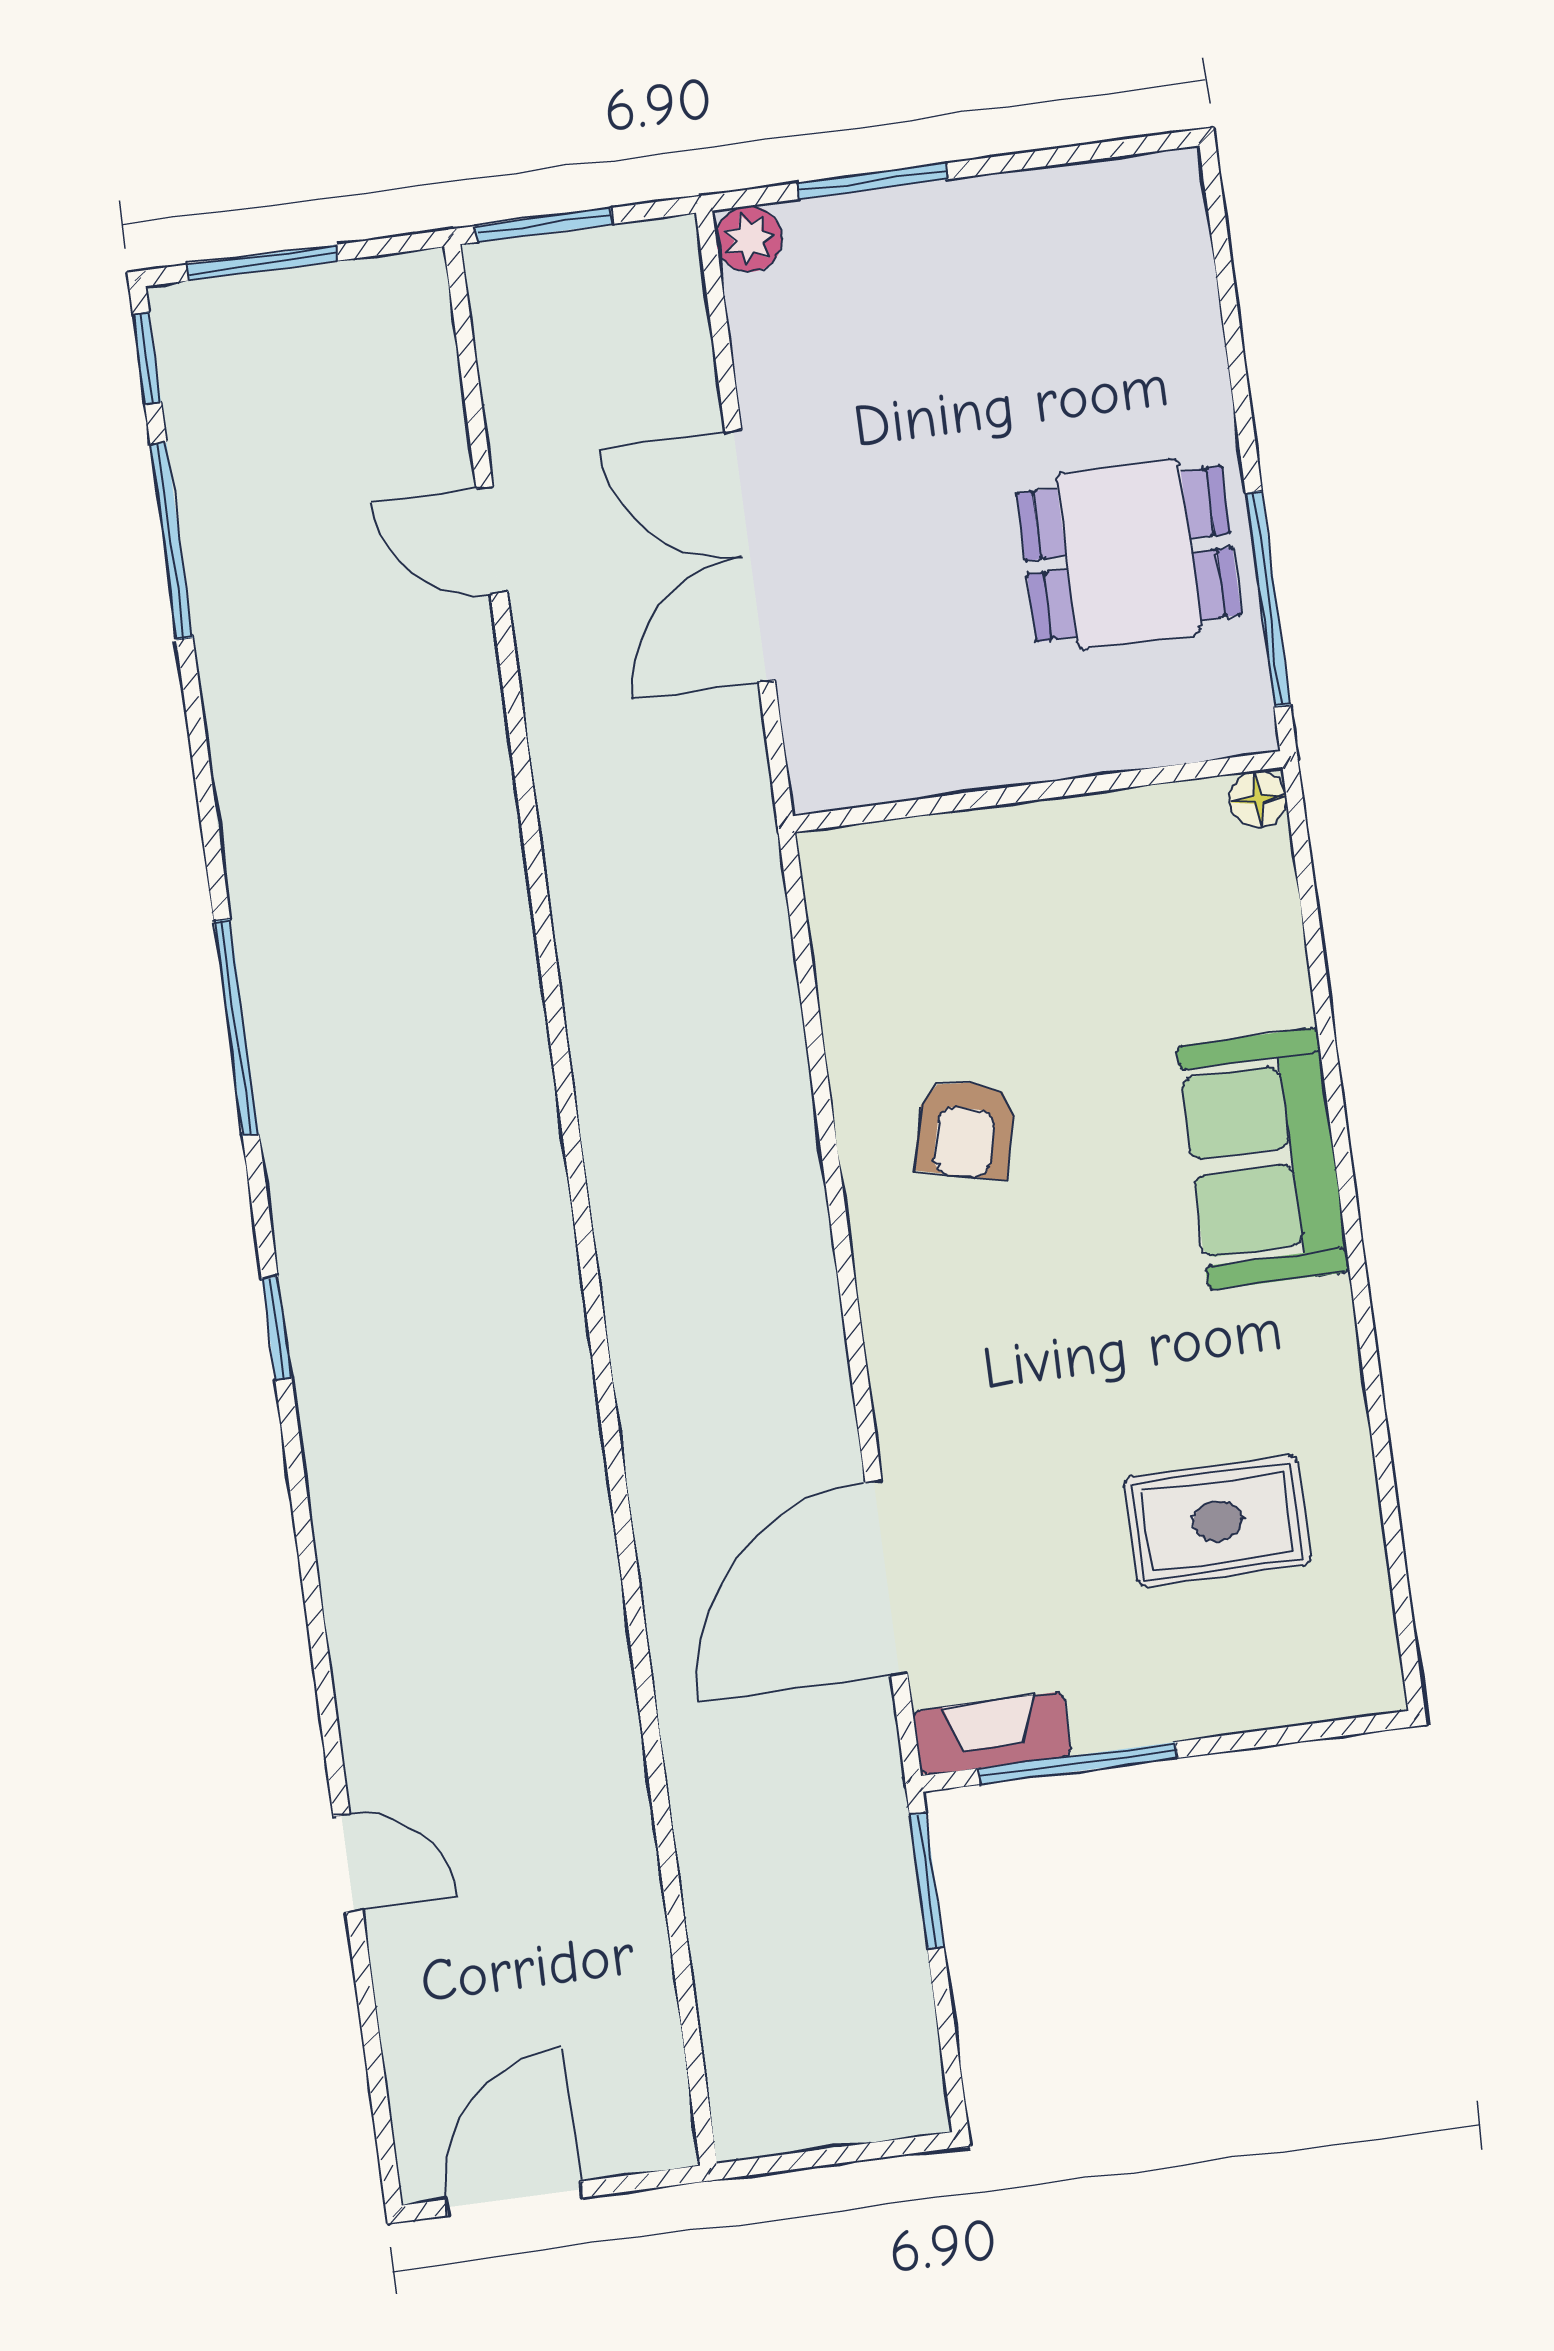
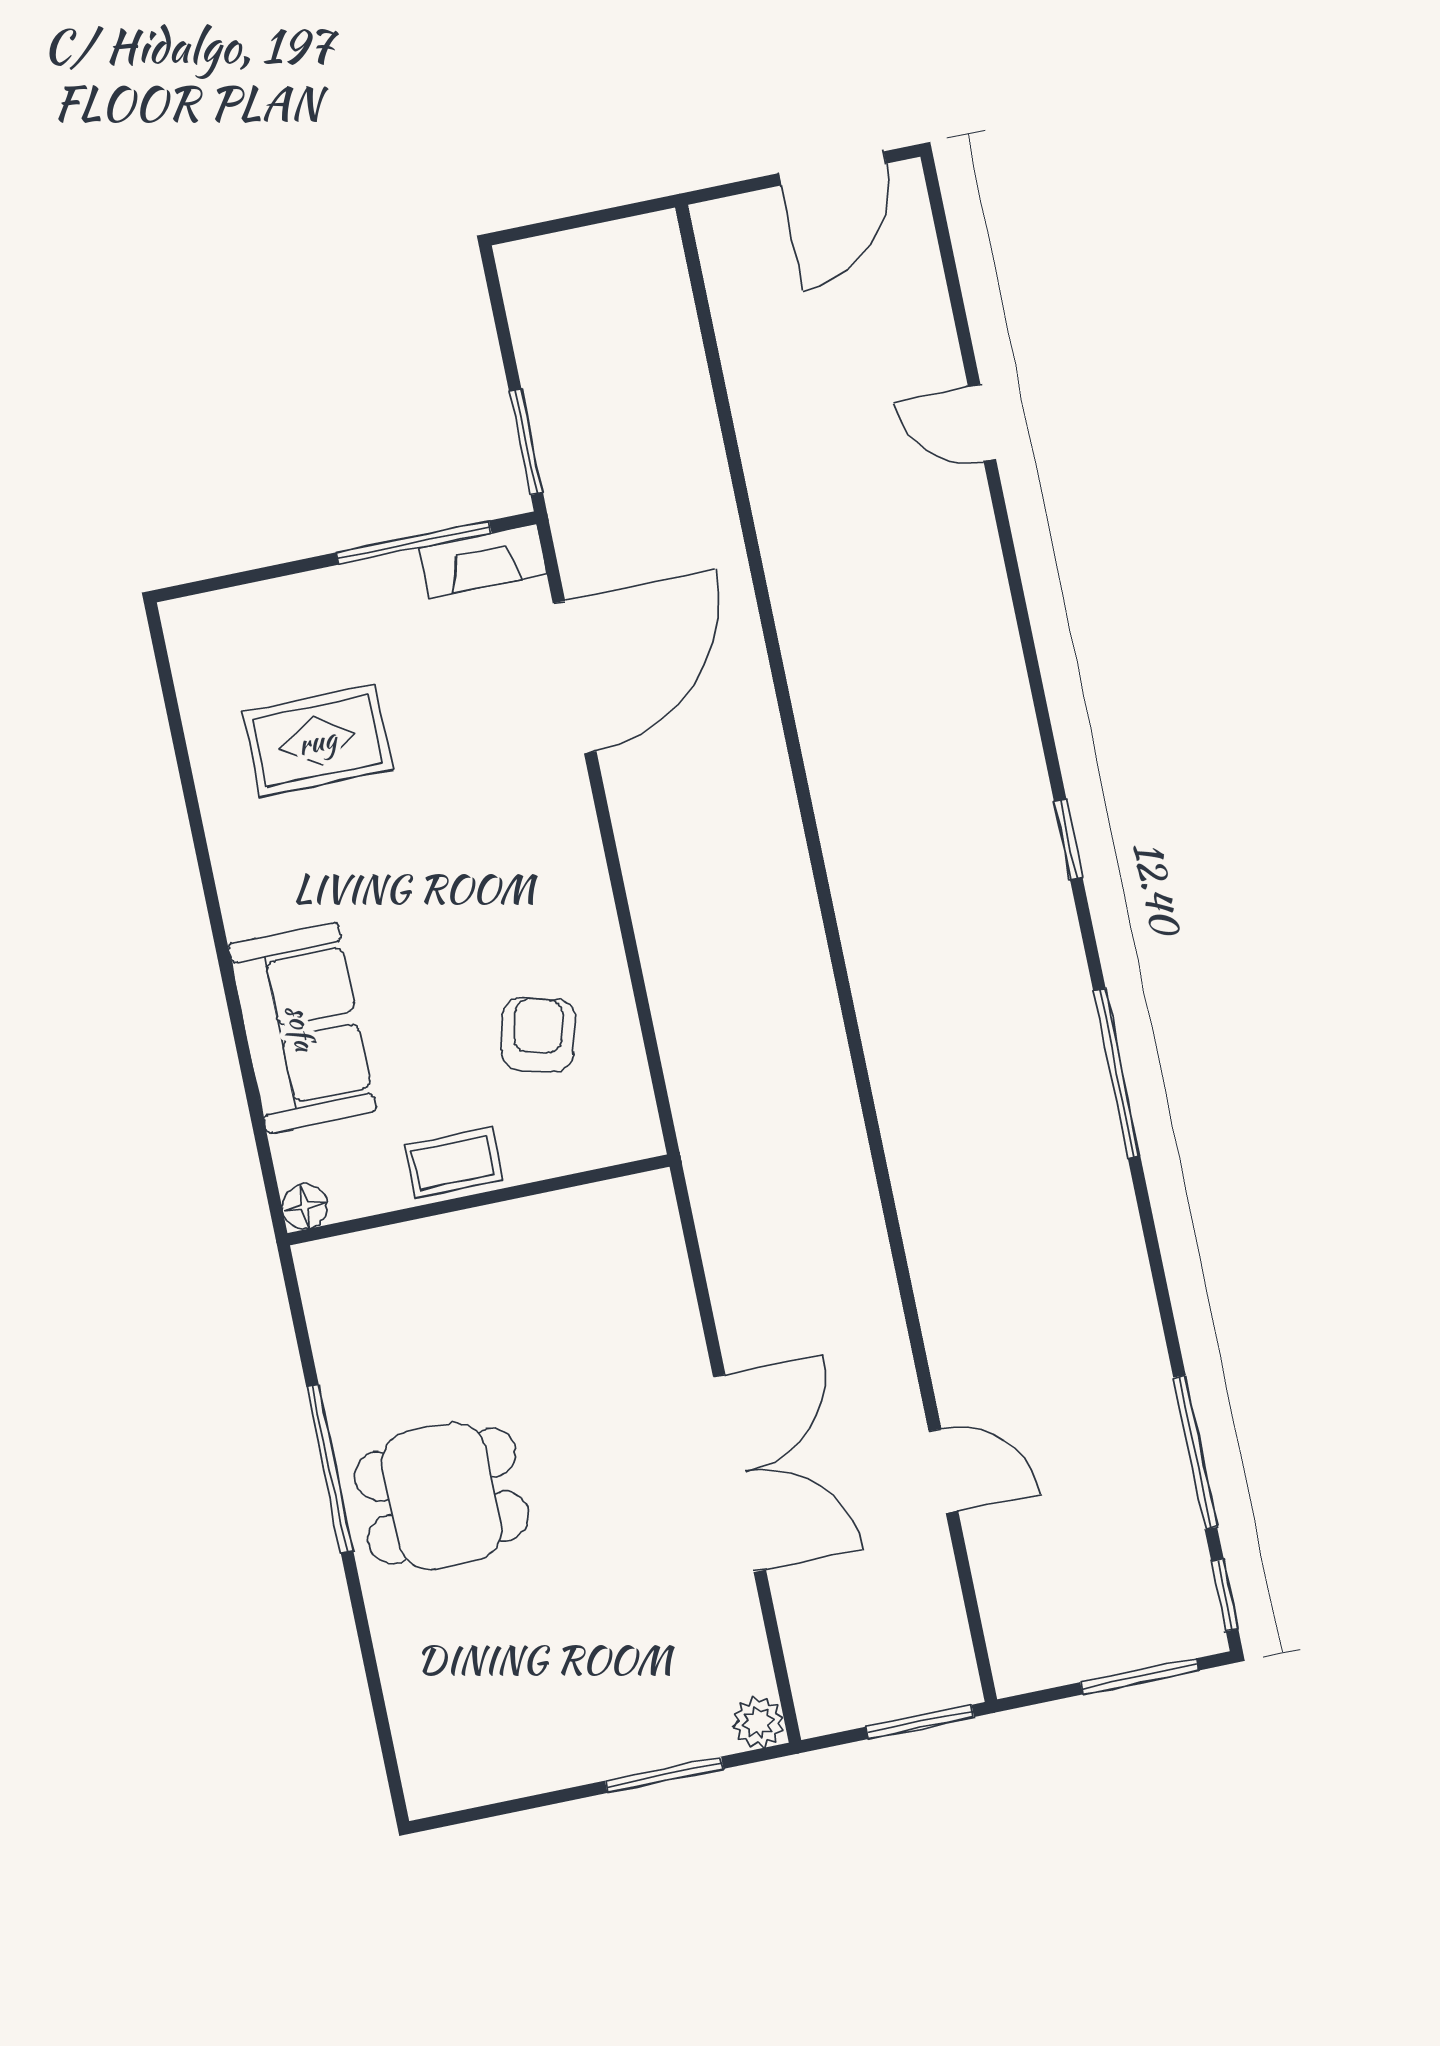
wall: (1038, 792) -> (479, 1200), moved
floor lamp: (1258, 799) -> (305, 1206), moved
coffee table: (1084, 975) -> (453, 1163), added

